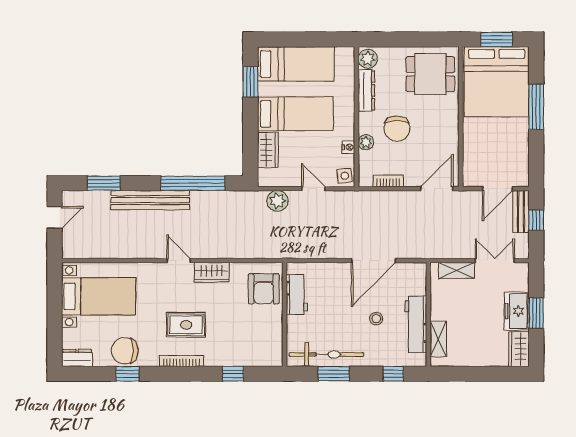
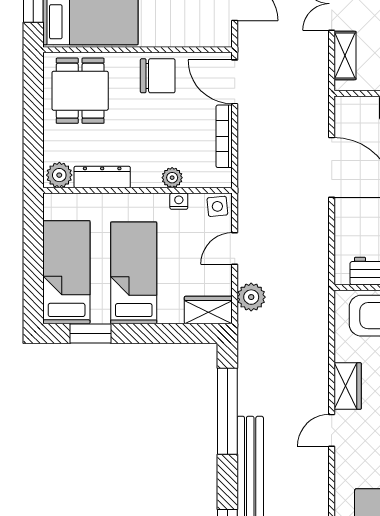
chair: (397, 129) -> (158, 76), moved
wardrobe: (268, 150) -> (208, 310), moved
bookcase: (388, 181) -> (224, 136), width x1.56

